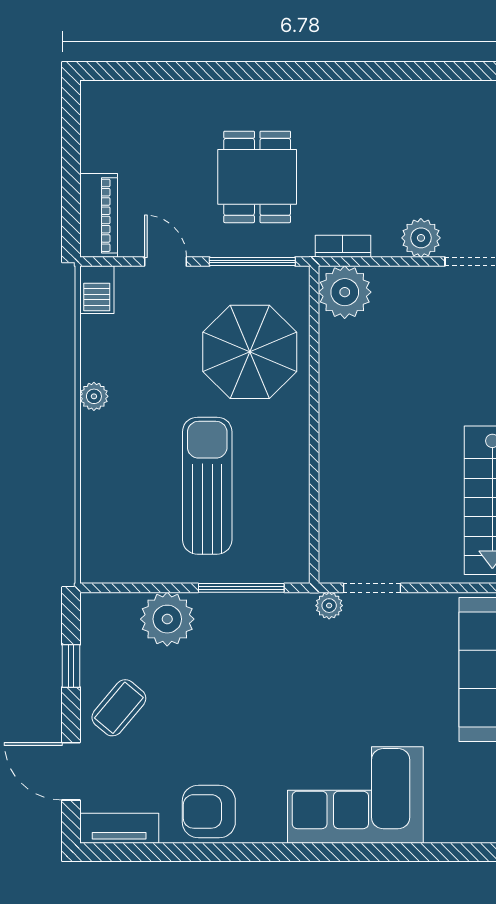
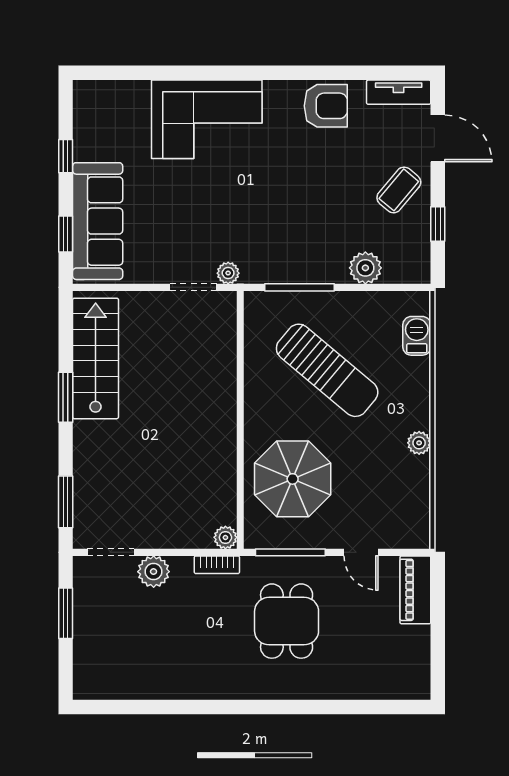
barbecue: (97, 290) -> (417, 336), moved
plant: (345, 292) -> (225, 537), width x0.53, depth x0.53
sun lounger: (207, 486) -> (327, 370), turned -50
plant: (167, 619) -> (365, 268), width x0.73, depth x0.73

